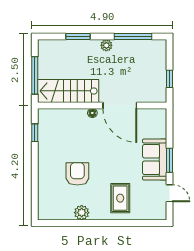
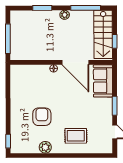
stairs: (68, 91) -> (103, 34), moved, turned -90
window: (35, 133) -> (8, 141), moved
sofa: (155, 160) -> (103, 81), moved
rug: (120, 198) -> (76, 136), turned 90

